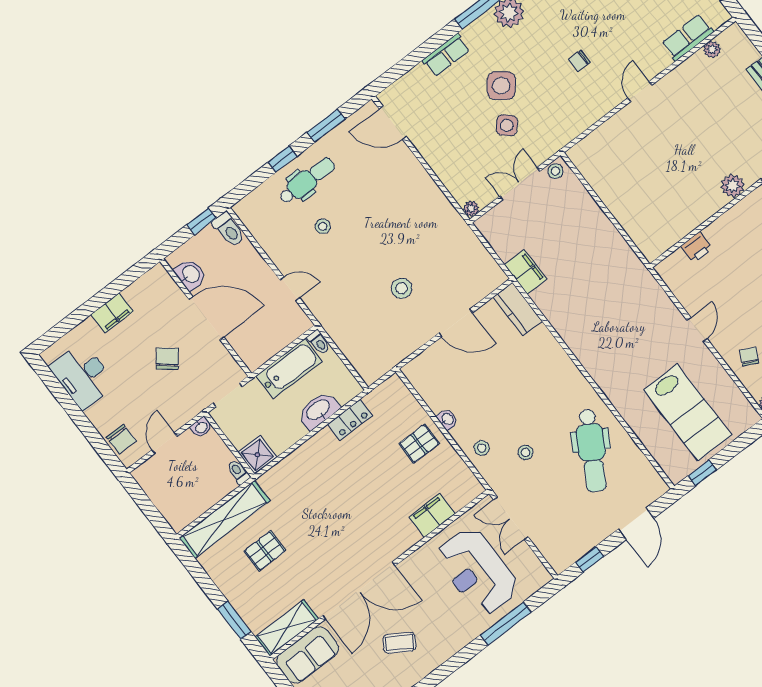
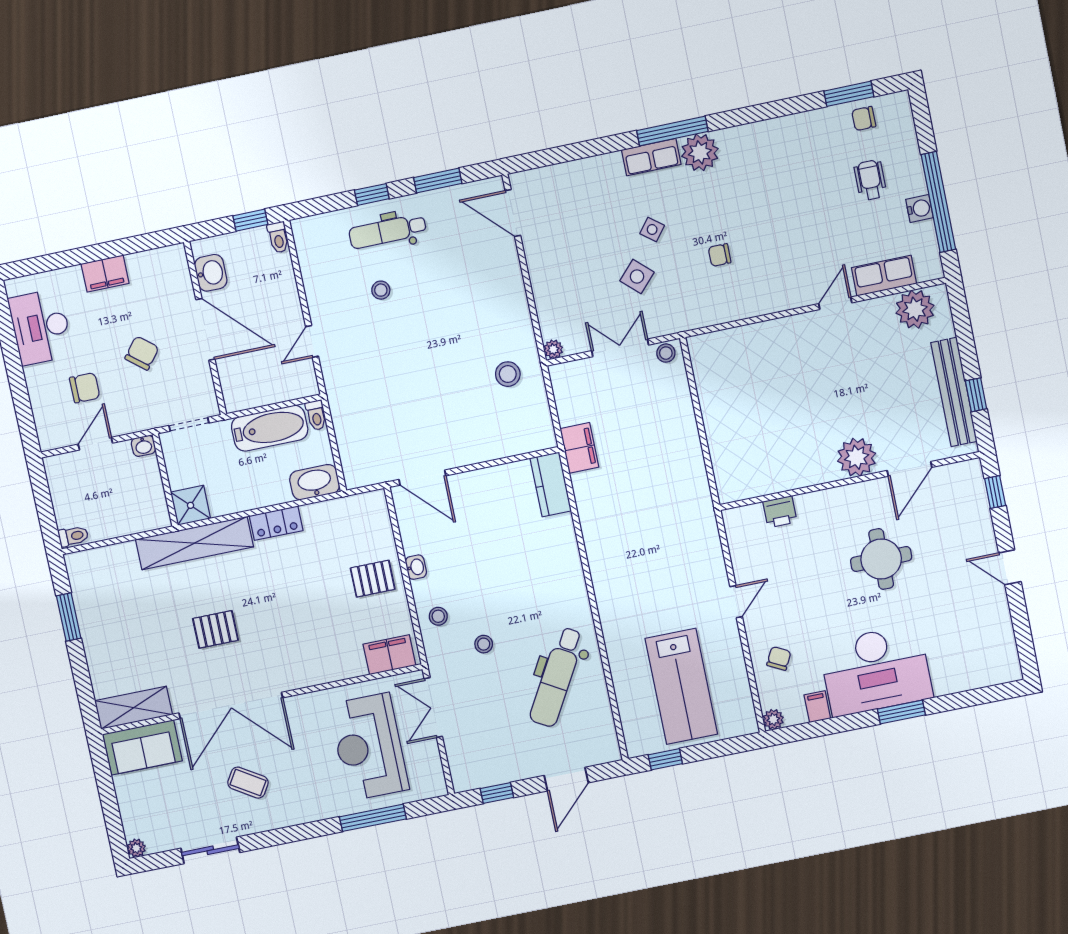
plant: (712, 50) -> (915, 309), width x1.88, depth x1.88
row of seats: (446, 55) -> (651, 157), moved
chair: (579, 61) -> (720, 255), moved
side table: (501, 86) -> (652, 229), width x0.54, depth x0.54
door: (640, 92) -> (835, 303), moved
dental chair: (307, 181) -> (388, 231), turned 180
plant: (733, 186) -> (857, 457), width x1.36, depth x1.36
toilet: (229, 230) -> (278, 237), width x0.73, depth x0.72
stool: (402, 288) -> (508, 374), moved
door: (290, 289) -> (312, 341), swing flipped
door: (456, 323) -> (422, 478), moved
washbasin: (318, 410) -> (315, 482), moved
locker: (350, 420) -> (276, 523), moved
chair: (121, 439) -> (85, 388), moved, turned -90
toilet: (238, 472) -> (73, 536), moved, turned 90
filing cabinet: (432, 515) -> (389, 655), moved
shelving: (225, 519) -> (194, 543), moved
pallet: (265, 551) -> (215, 629), moved
window: (234, 620) -> (69, 617), moved

